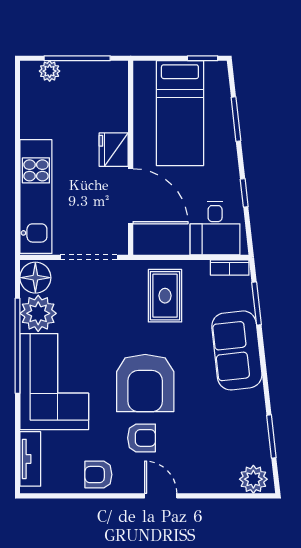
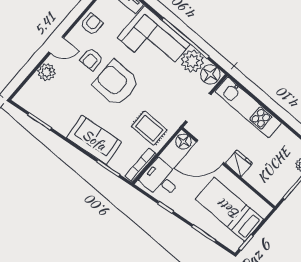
floor lamp: (145, 240) -> (183, 141), added
bookcase: (230, 268) -> (141, 165), width x1.56
plant: (253, 479) -> (46, 72), moved

